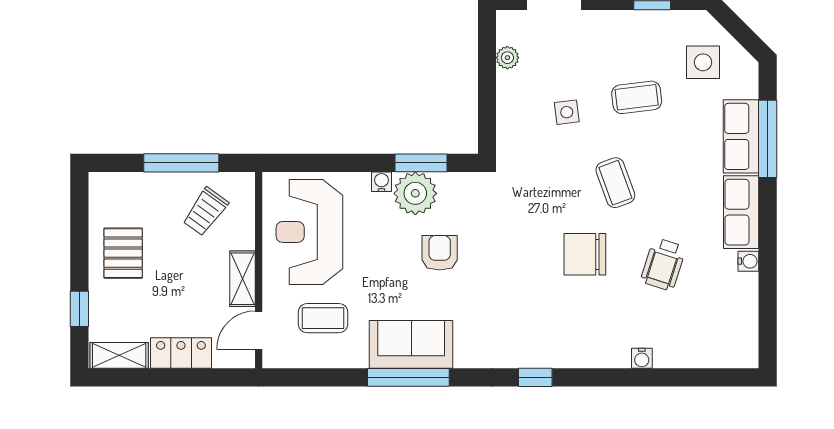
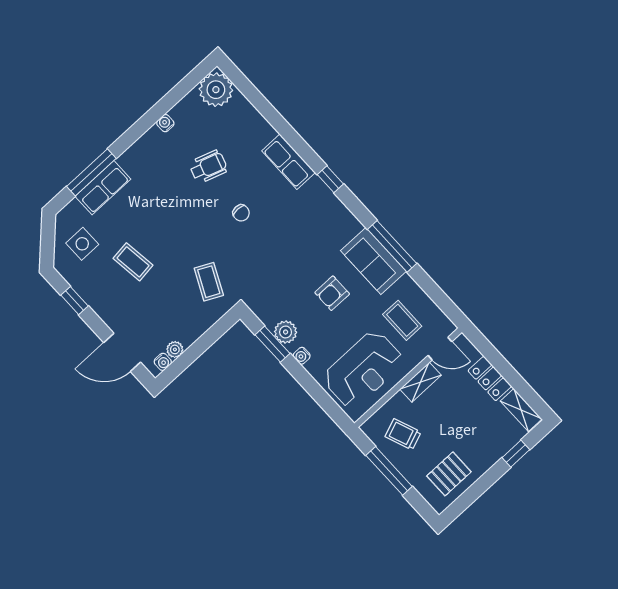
side table: (567, 112) -> (175, 292), removed
coffee table: (615, 183) -> (209, 282), moved, turned -44
plant: (415, 193) -> (286, 332), width x0.73, depth x0.73
trolley: (205, 212) -> (403, 434), turned -147
row of seats: (741, 212) -> (288, 162), moved, turned 90
pallet: (123, 253) -> (449, 474), moved
armchair: (440, 253) -> (332, 293), moved
chair: (585, 254) -> (241, 213), width x0.54, depth x0.54
plant: (735, 345) -> (216, 90), added
water cooler: (642, 358) -> (163, 362), moved, turned 90

